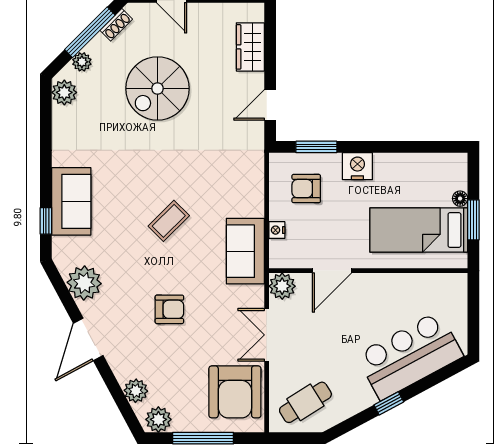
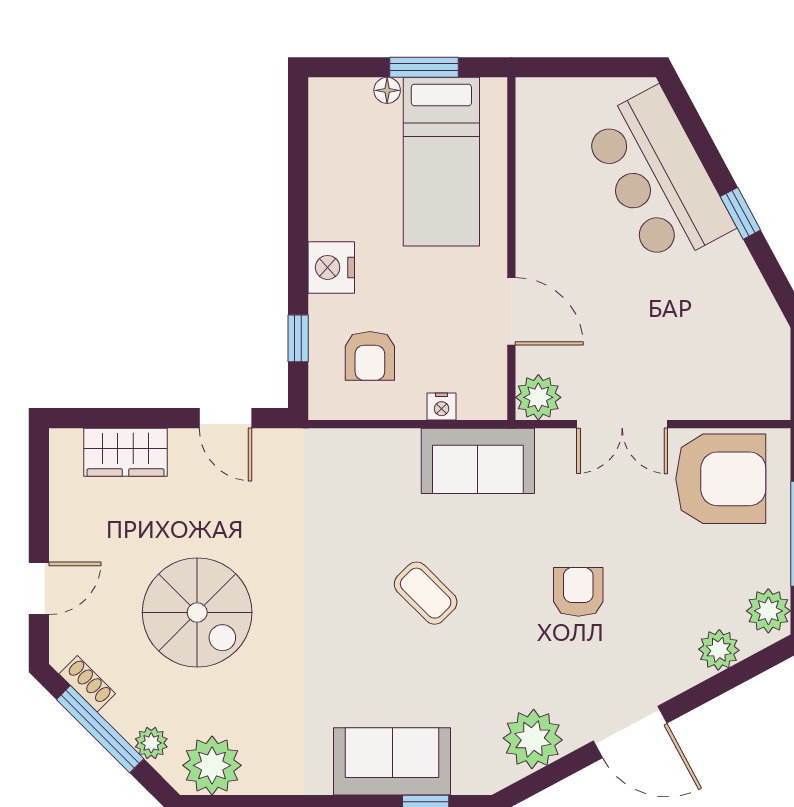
plant: (64, 92) -> (212, 765), width x1.36, depth x1.36
window: (316, 147) -> (298, 338), width x0.67
cafe table: (305, 402) -> (739, 357), removed

